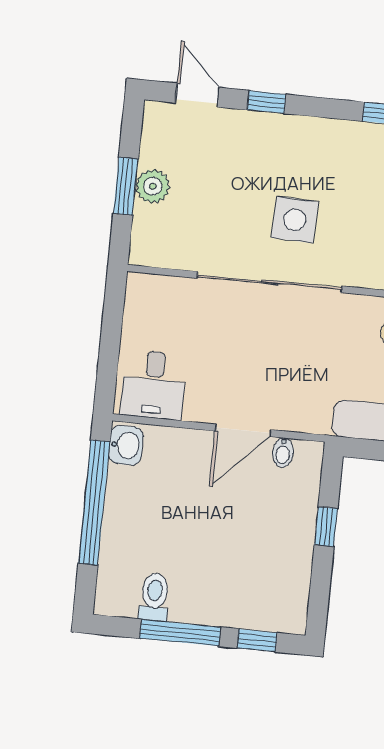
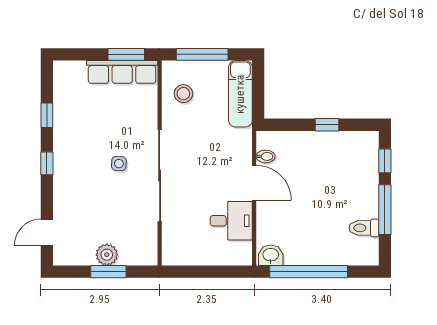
window: (267, 102) -> (47, 163), moved
side table: (295, 220) -> (119, 164), width x0.54, depth x0.54
desk: (154, 385) -> (231, 221), moved
window: (326, 527) -> (327, 125), moved

